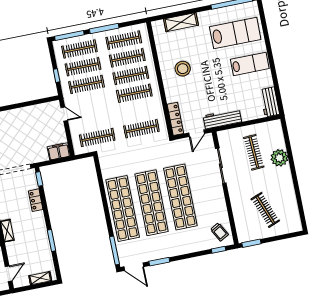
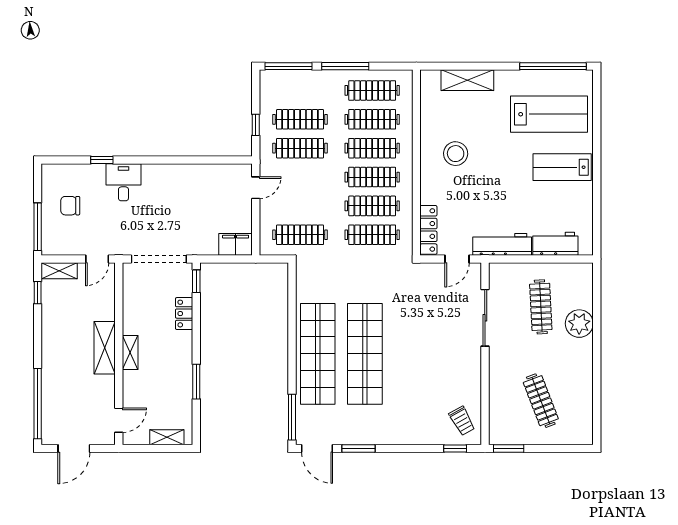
clothes rail: (79, 49) -> (372, 206), moved
lab bench: (250, 64) -> (562, 167), turned 180
workbench: (270, 102) -> (555, 244), moved, turned 90
door: (64, 114) -> (256, 188), hinge flipped
shop shelf: (180, 197) -> (412, 354), removed

